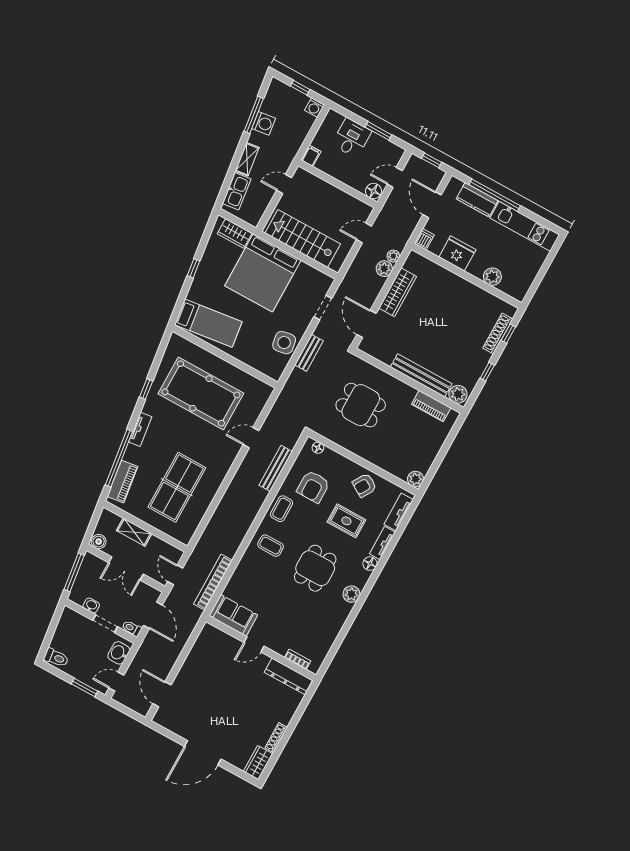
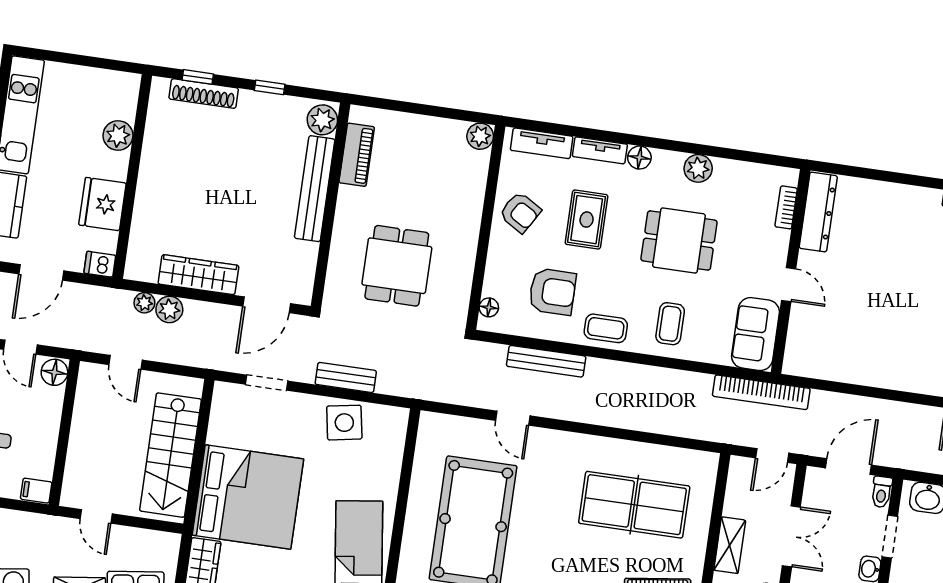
sofa: (233, 615) -> (755, 334), moved
door: (254, 644) -> (789, 285), moved
wall: (261, 648) -> (791, 271), moved
bookcase: (298, 659) -> (786, 207), moved
dresser: (288, 676) -> (818, 212), moved

